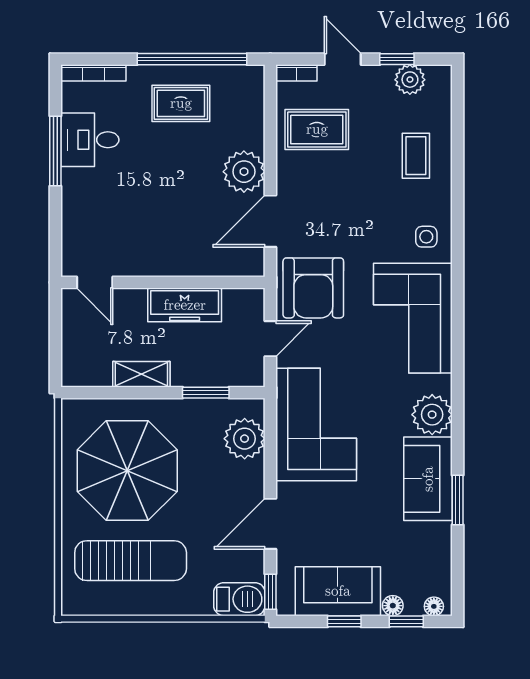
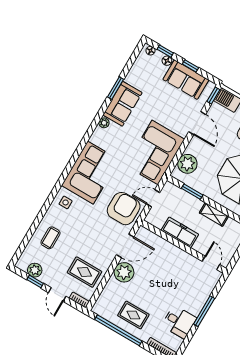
window: (55, 151) -> (204, 311), moved
plant: (432, 415) -> (104, 123), width x0.53, depth x0.53
door: (270, 524) -> (197, 123), hinge flipped

